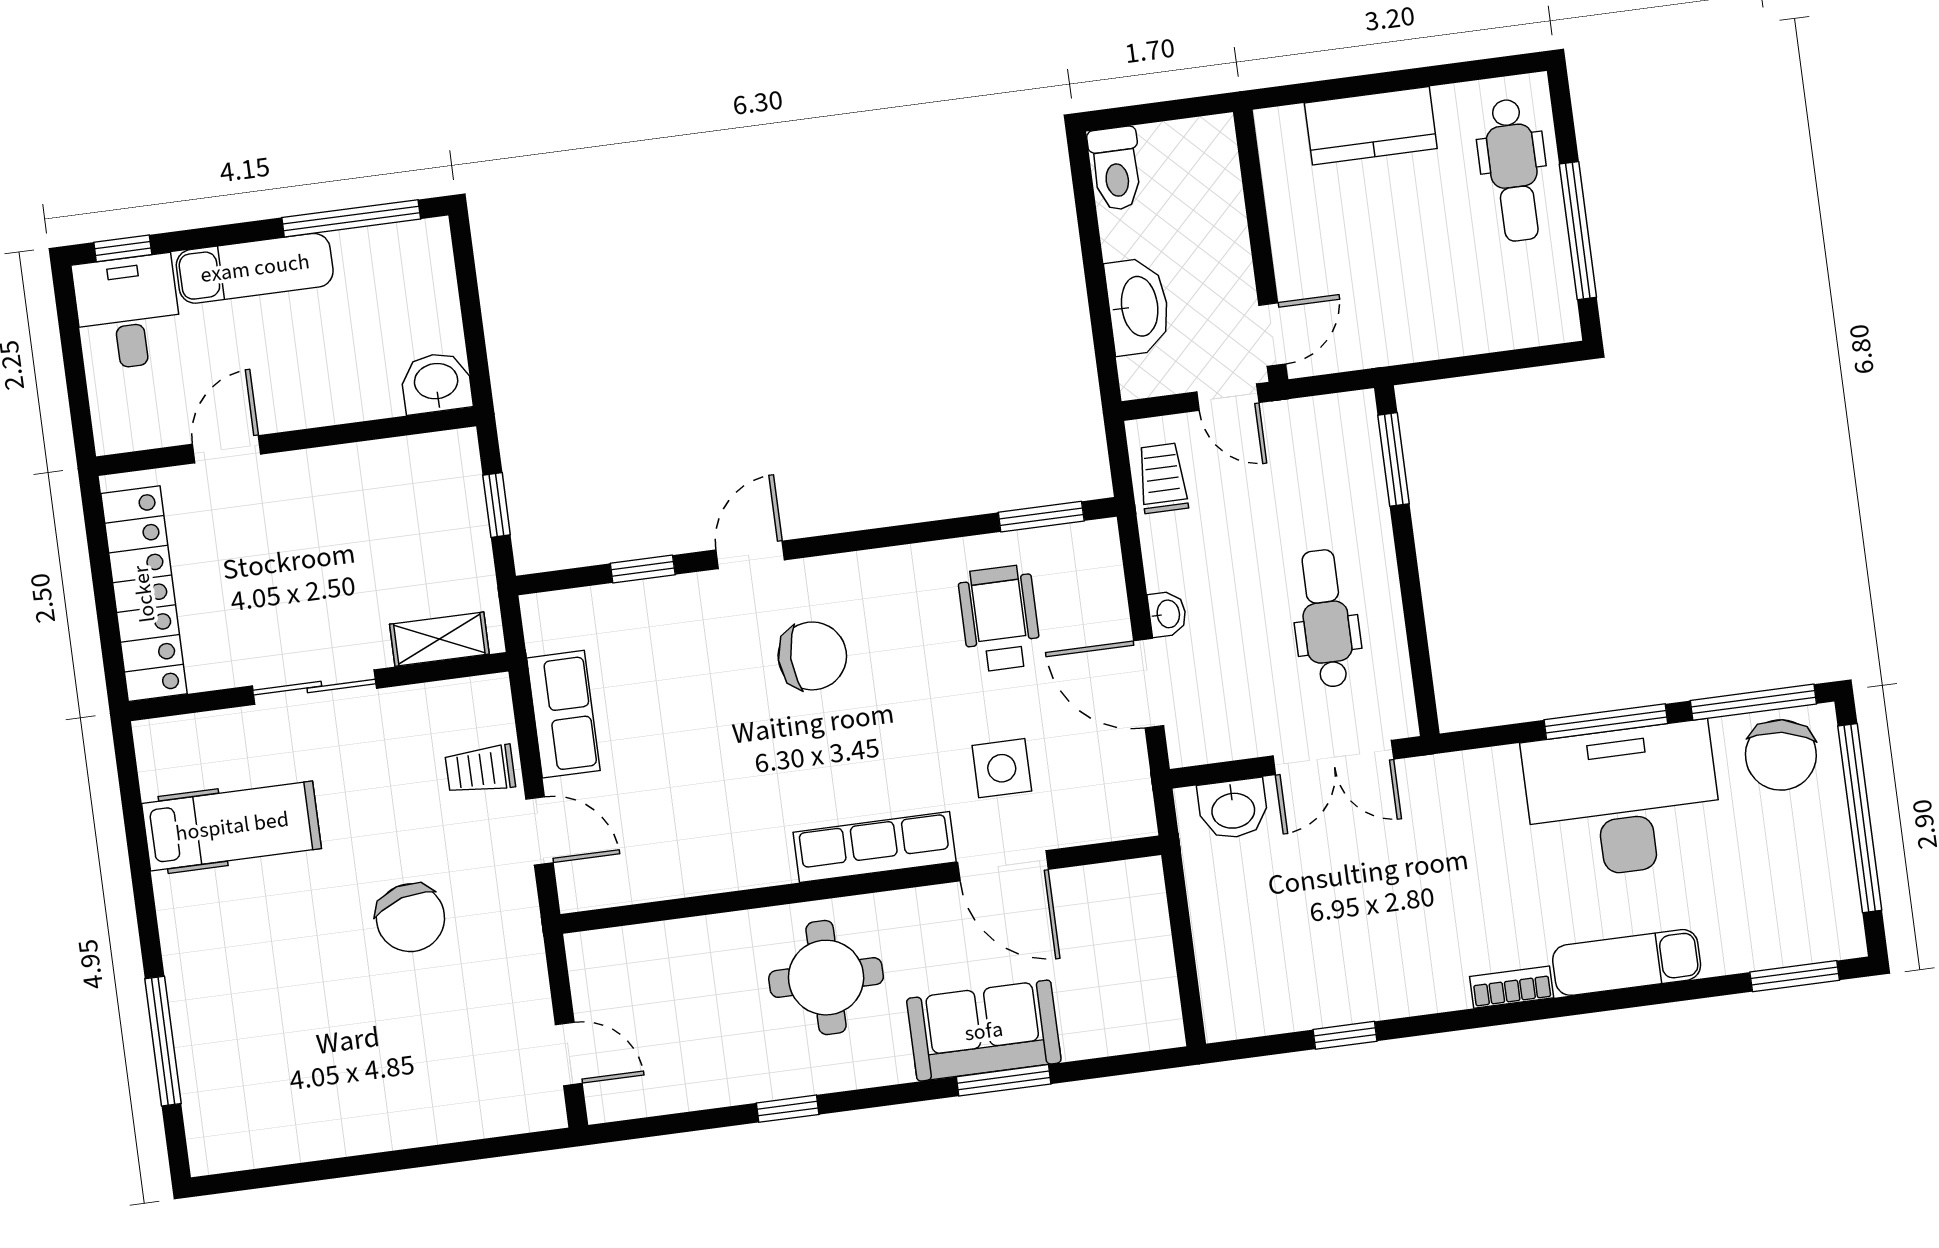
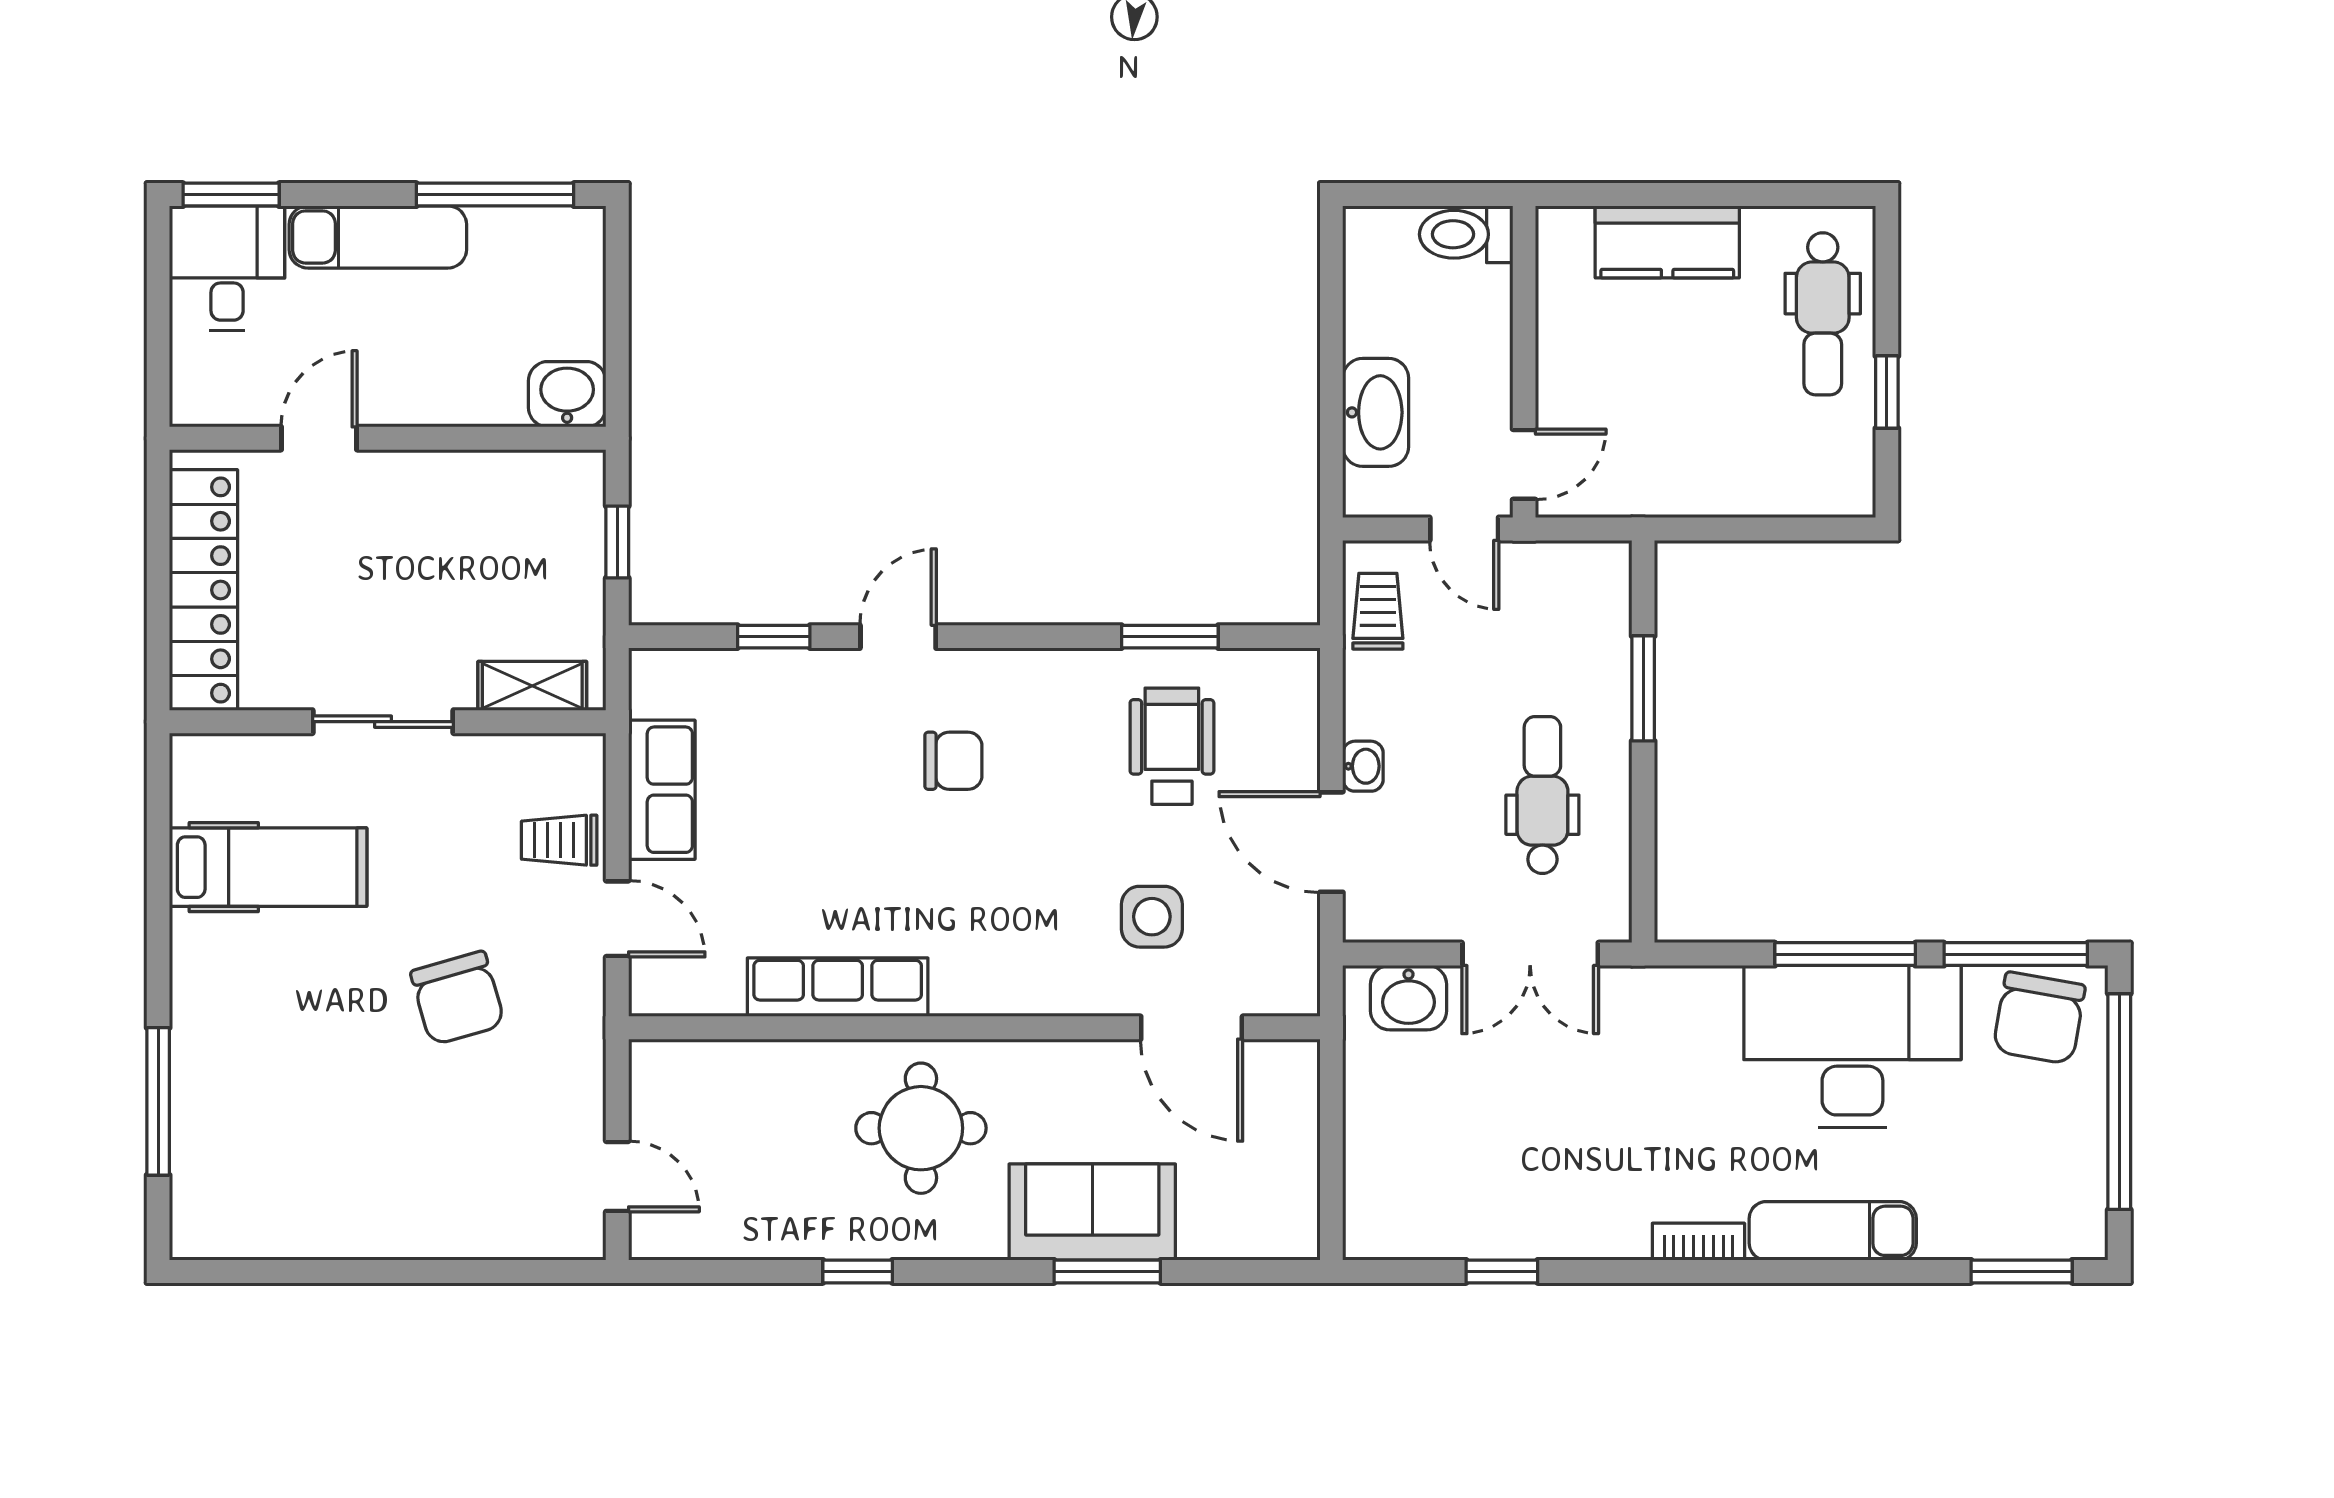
toilet: (1116, 169) -> (1466, 234), moved, turned 90
window: (1578, 231) -> (1887, 392), width x0.46
window: (123, 248) -> (231, 195), width x1.50
window: (1394, 459) -> (1643, 688), moved
window: (1041, 517) -> (1170, 637), moved
chair: (812, 656) -> (953, 761), width x0.73, depth x0.73
row of seats: (875, 847) -> (838, 987), moved
door: (1003, 866) -> (1192, 1028), moved

